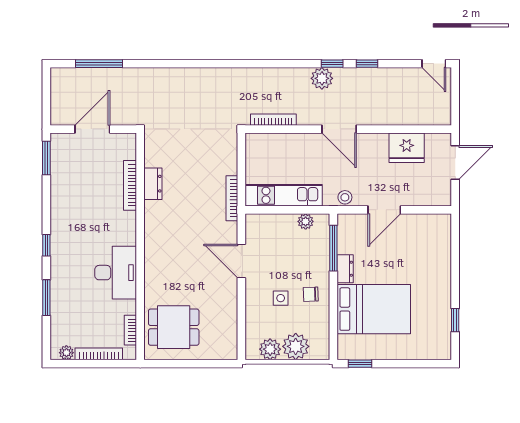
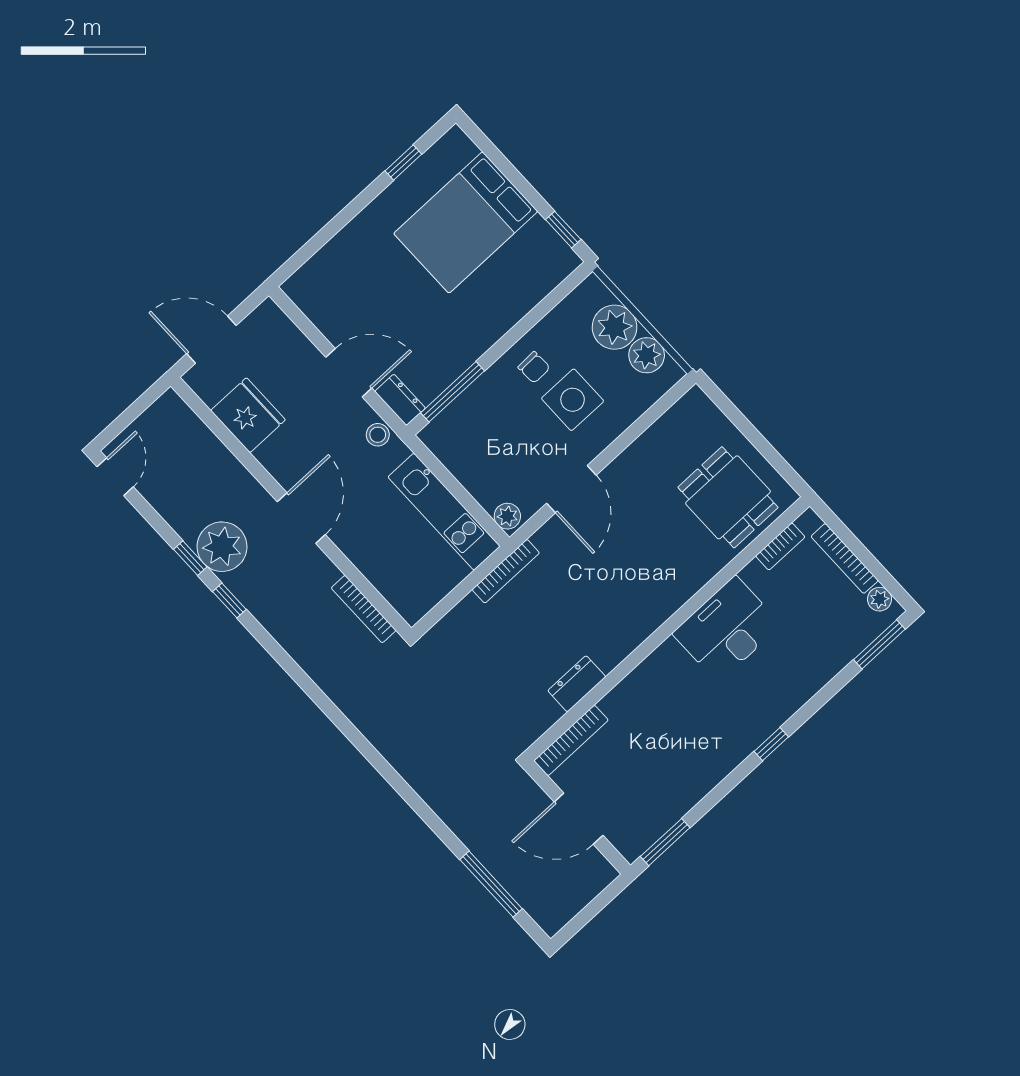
plant: (322, 78) -> (222, 547), moved, width x1.36, depth x1.36
bookcase: (130, 185) -> (571, 740), moved
plant: (306, 221) -> (507, 516), moved
dresser: (345, 269) -> (400, 400), moved, turned 90
window: (46, 298) -> (879, 644), moved
side table: (281, 298) -> (573, 400), width x1.87, depth x1.87
bed: (374, 309) -> (466, 222), moved, turned -90

